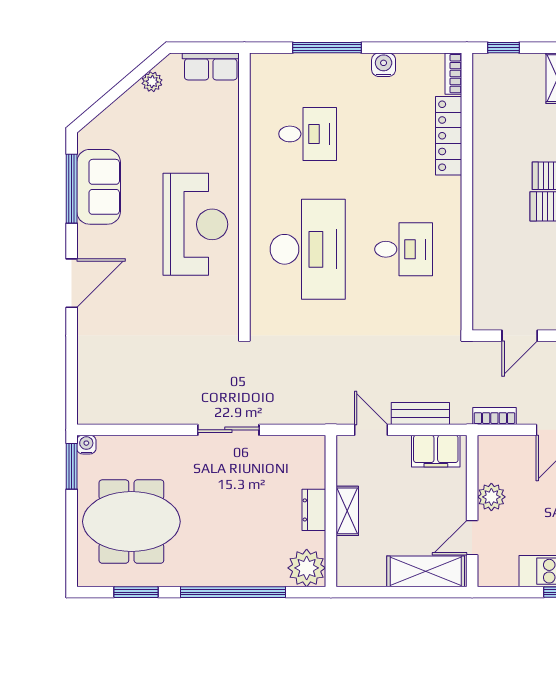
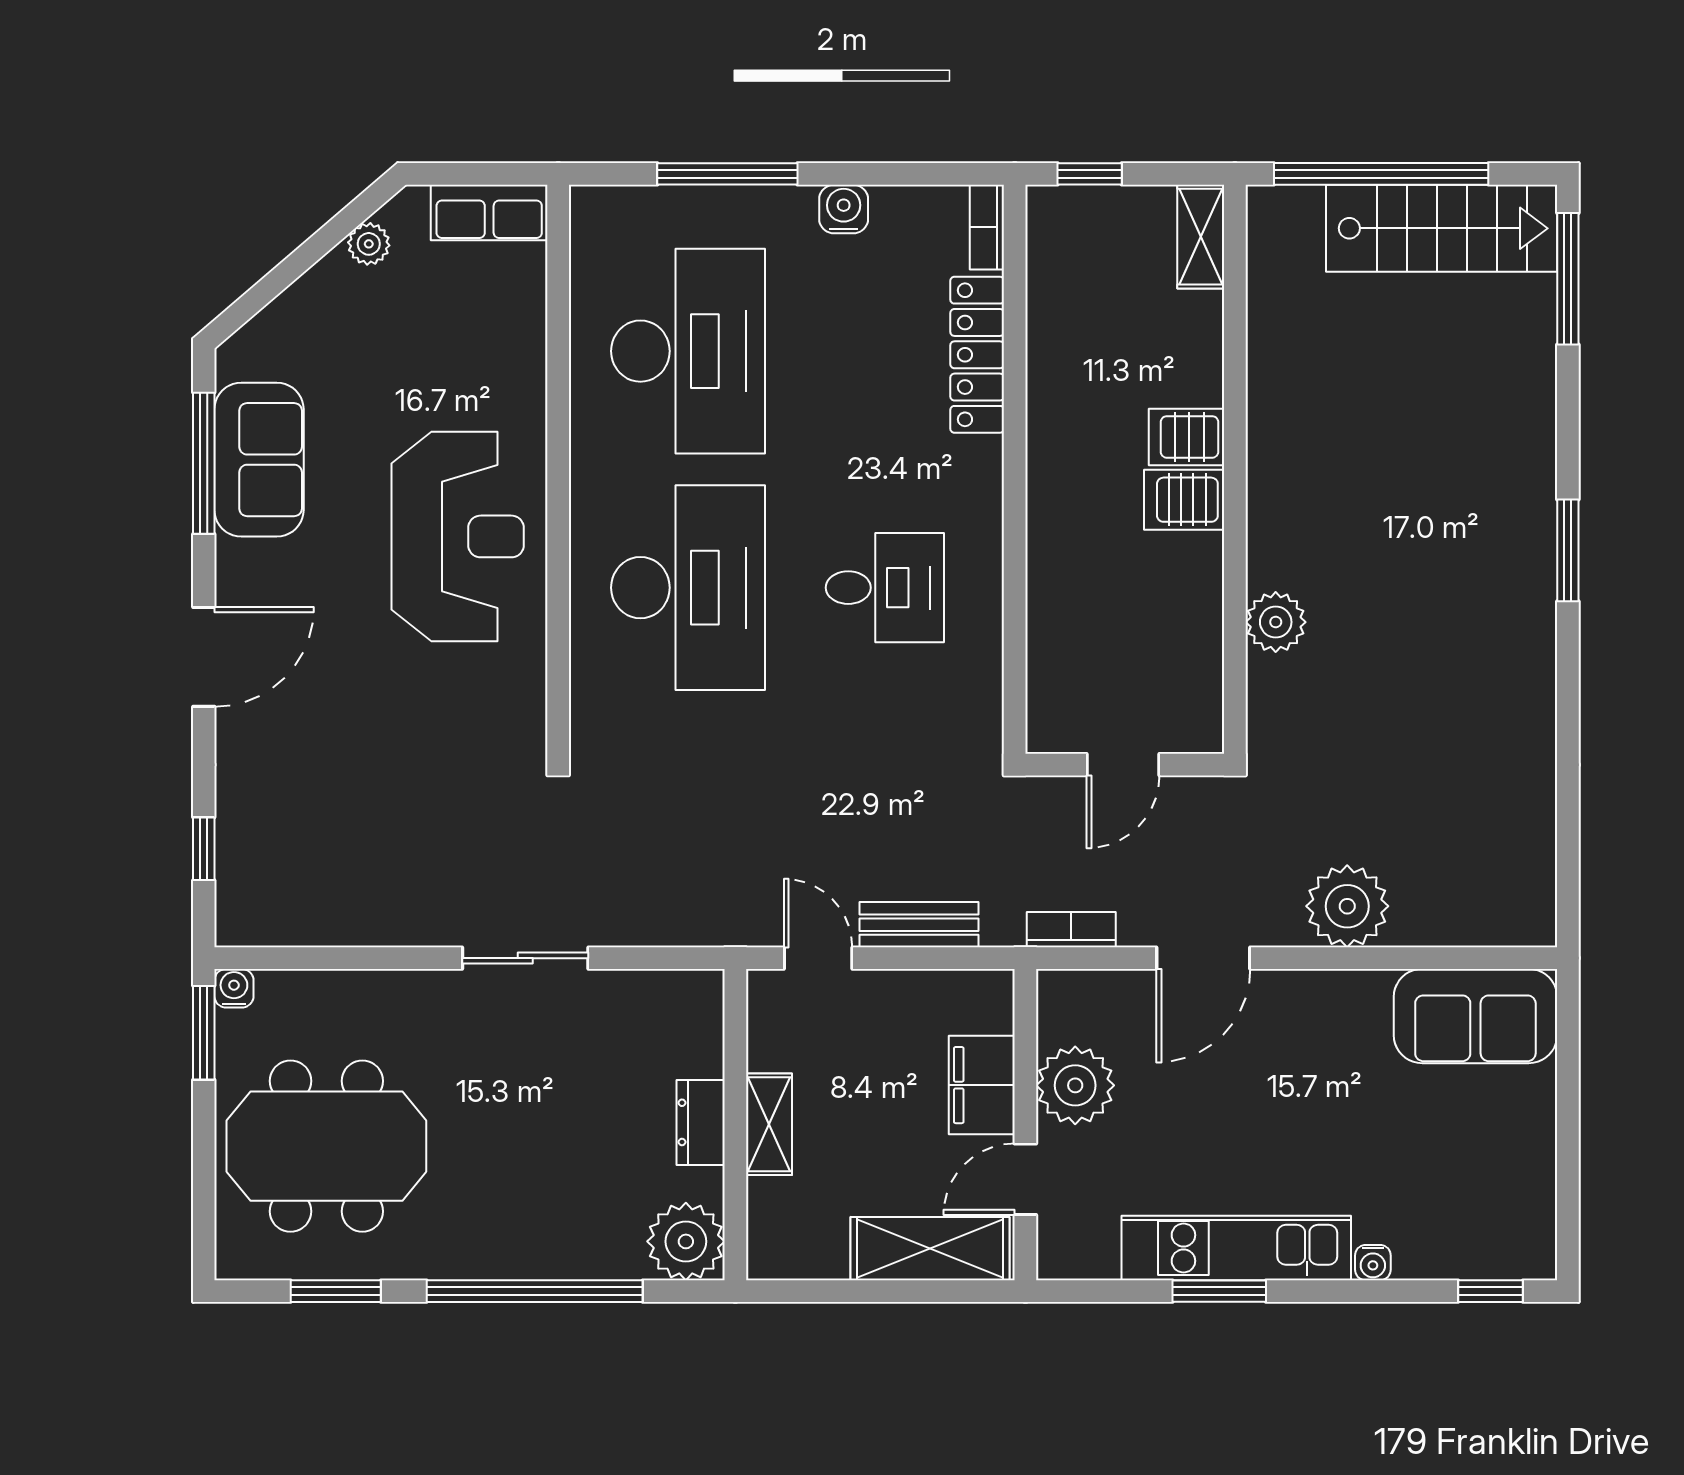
desk: (308, 134) -> (688, 351), width x1.87, depth x1.30
window: (72, 377) -> (204, 849), added
filing cabinet: (436, 451) -> (982, 1085), moved, turned 90
plant: (491, 497) -> (1075, 1085), width x1.36, depth x1.36

